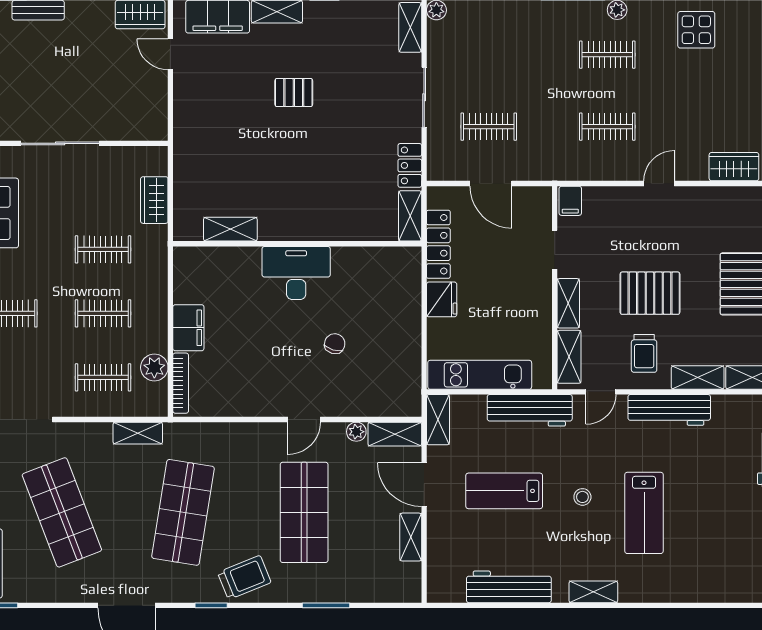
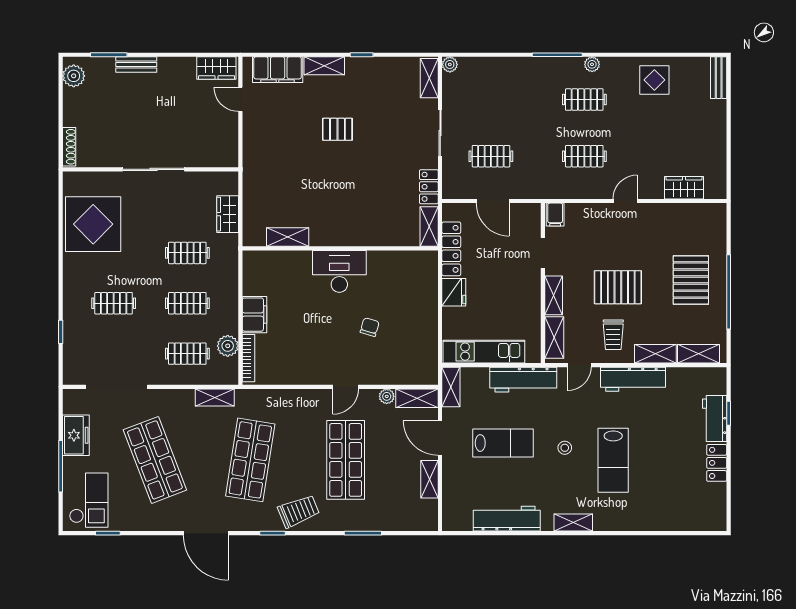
lab bench: (504, 491) -> (503, 443), turned 180

